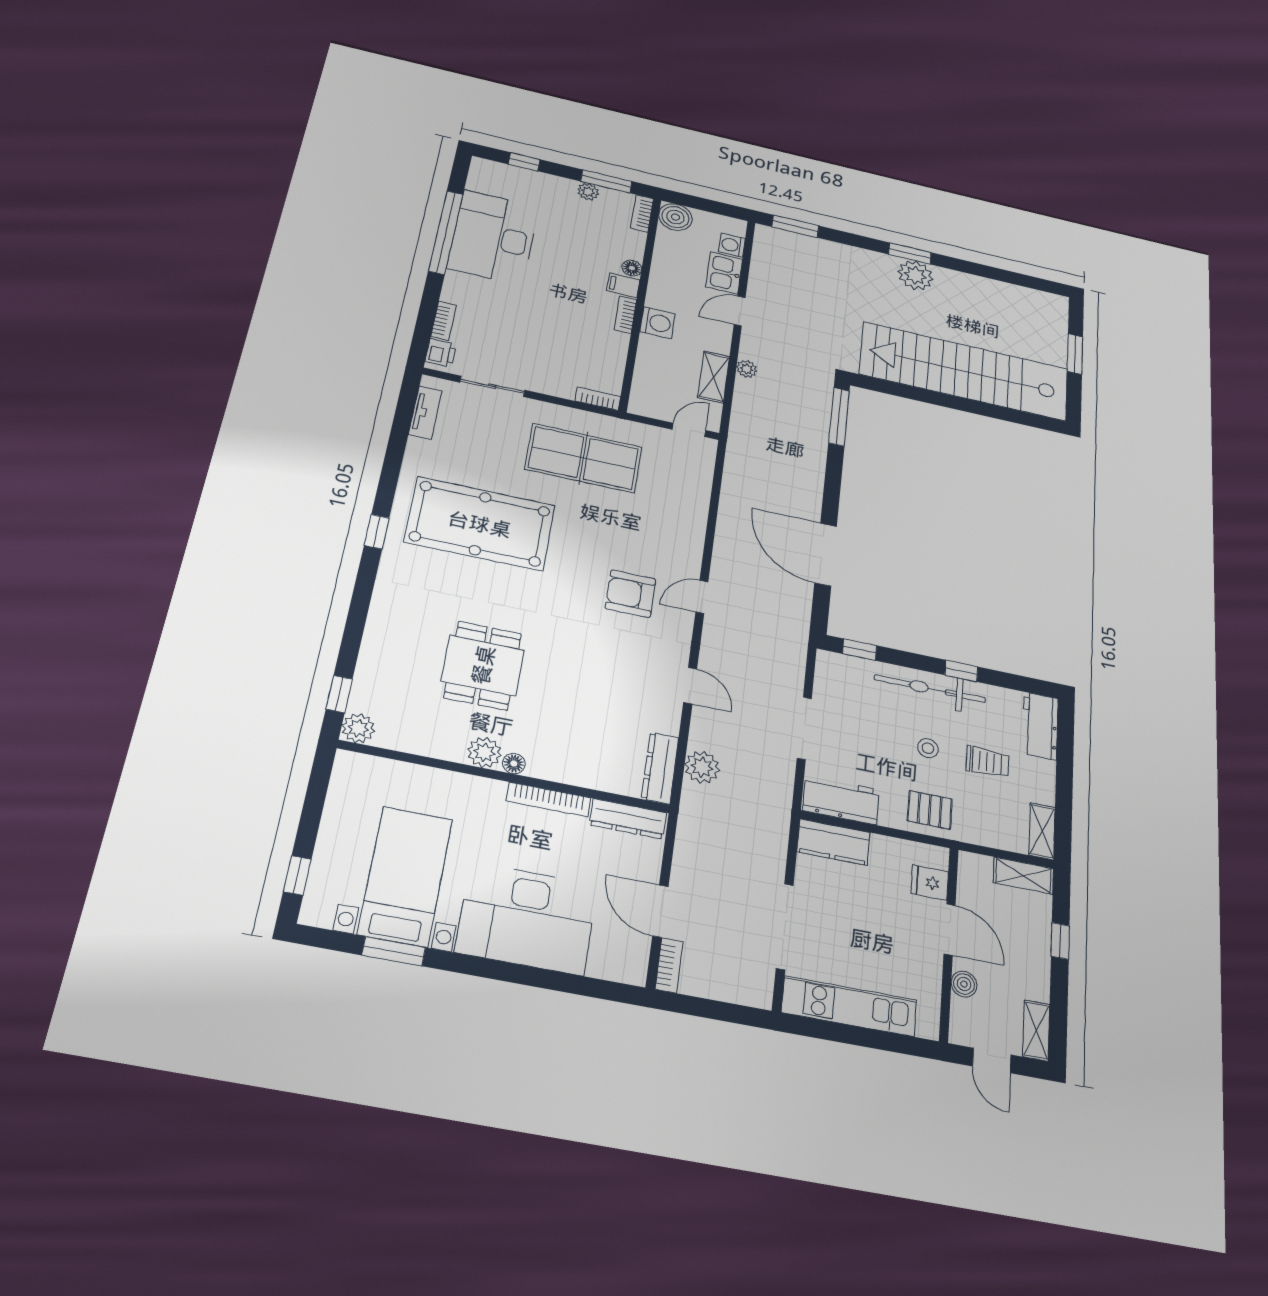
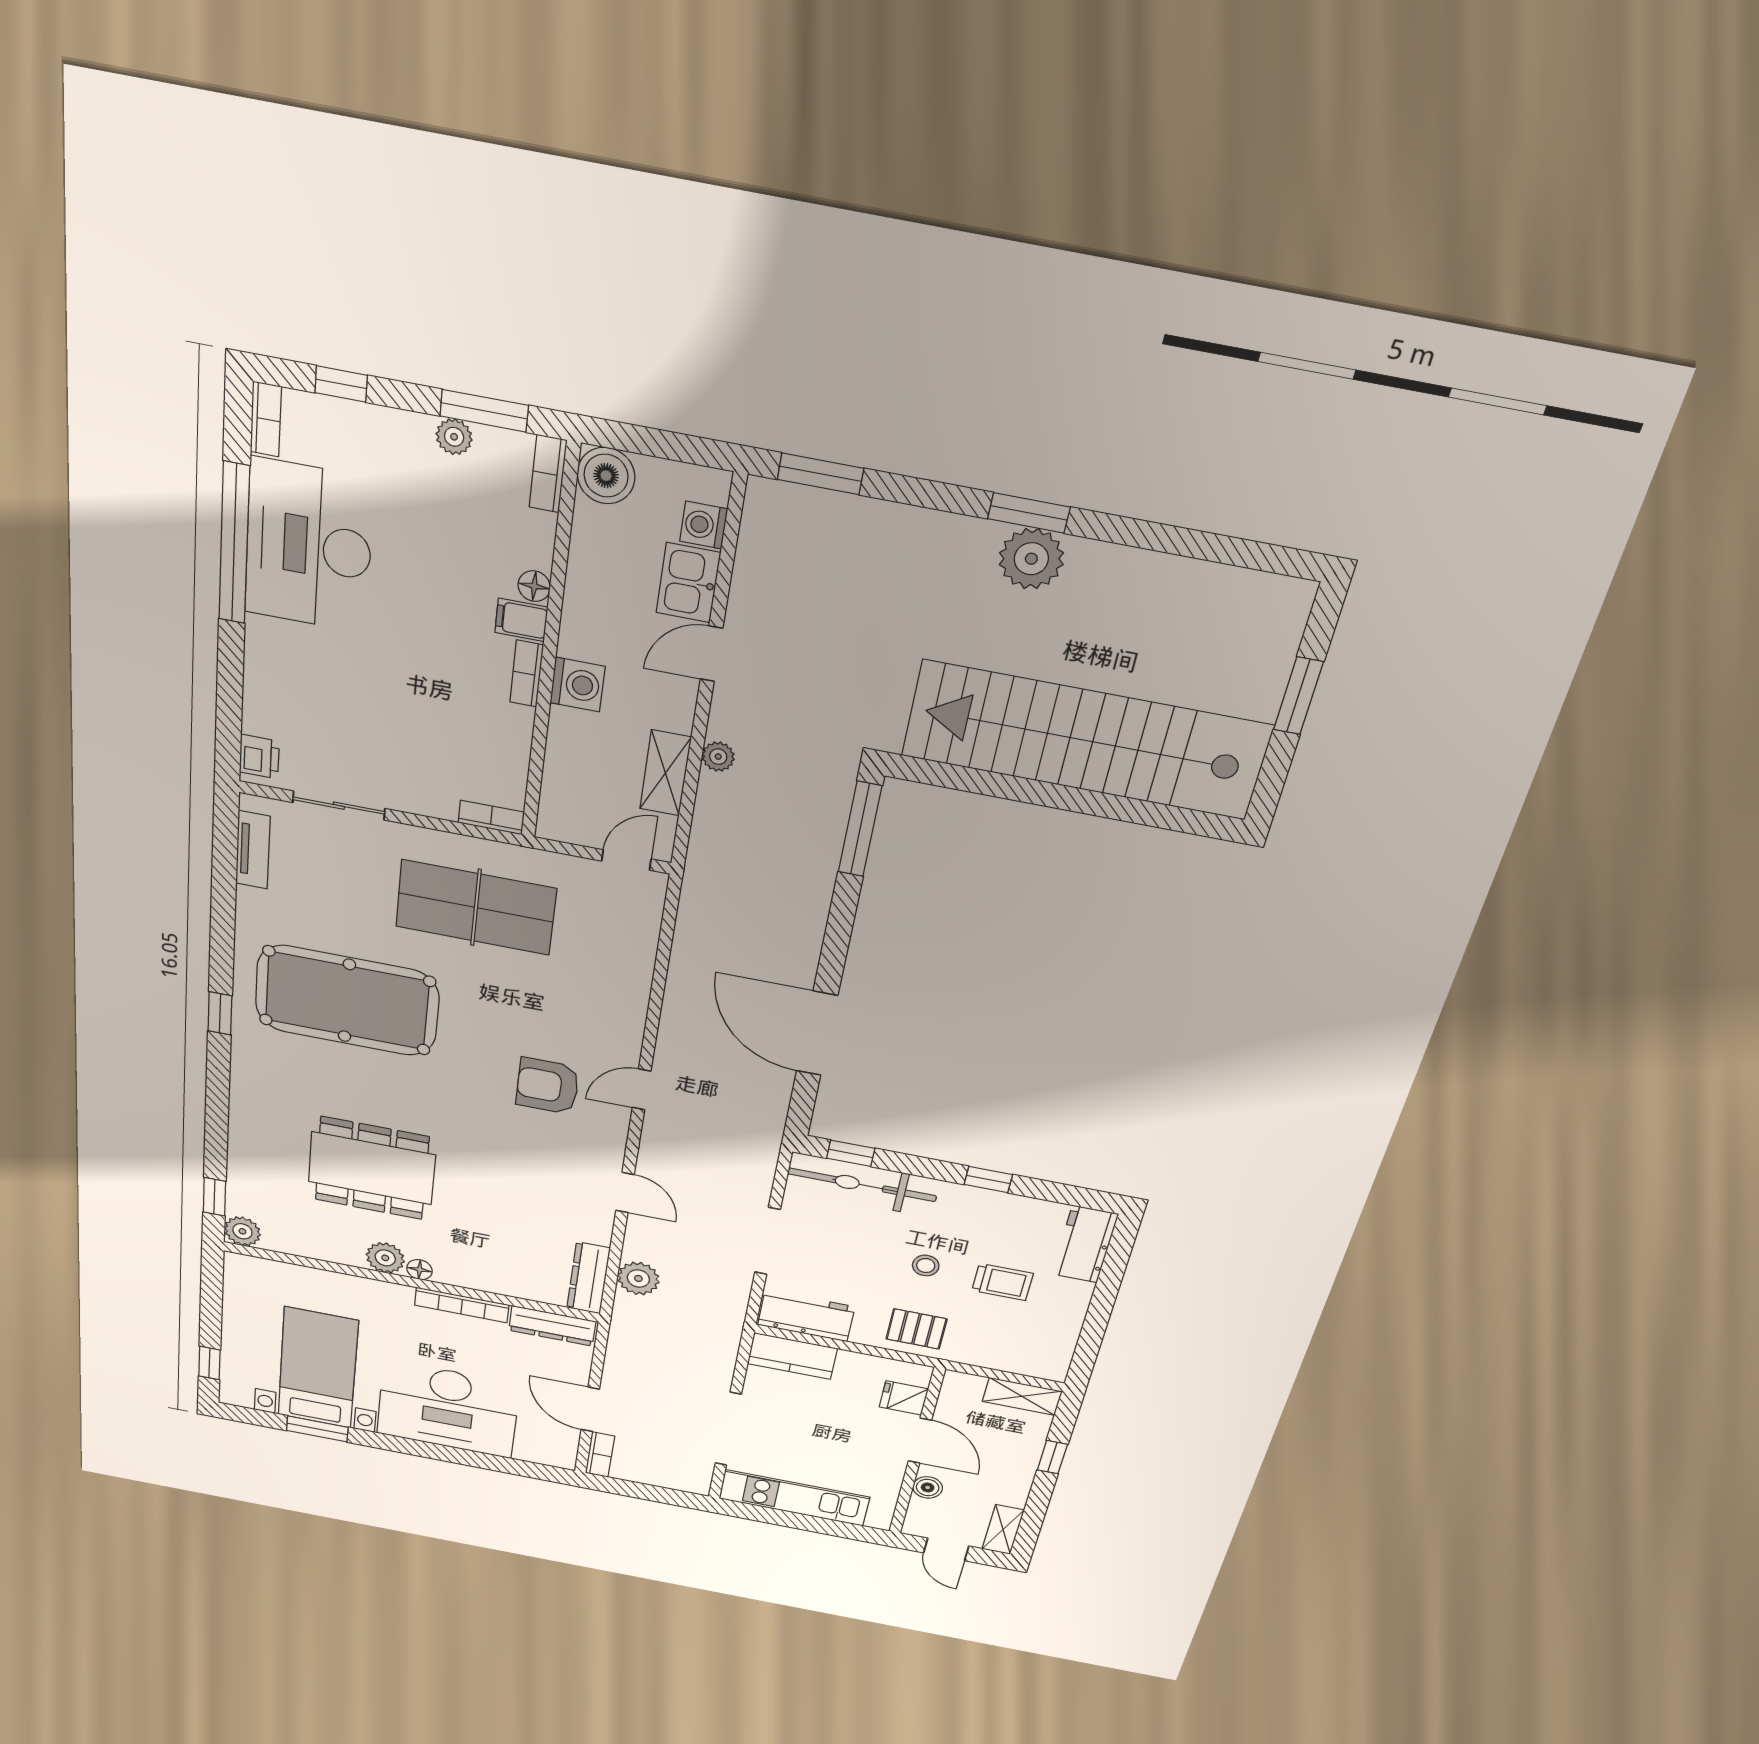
bookcase: (444, 321) -> (266, 419), moved
dining table: (483, 665) -> (372, 1168), width x1.38
bicycle: (930, 689) -> (862, 1185), moved
shelving: (1042, 831) -> (1057, 1355), removed

